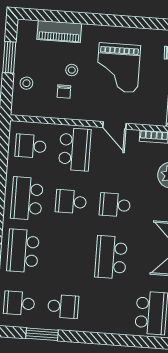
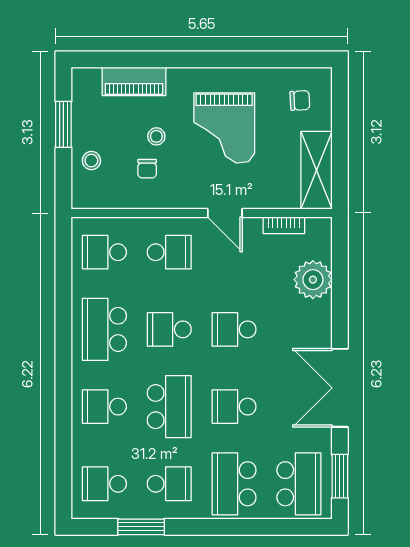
school desk: (75, 149) -> (169, 252), width x0.54
school desk: (23, 251) -> (104, 407), width x0.54
school desk: (67, 254) -> (169, 407), added
school desk: (111, 257) -> (234, 407), width x0.54
school desk: (107, 310) -> (234, 484), added

